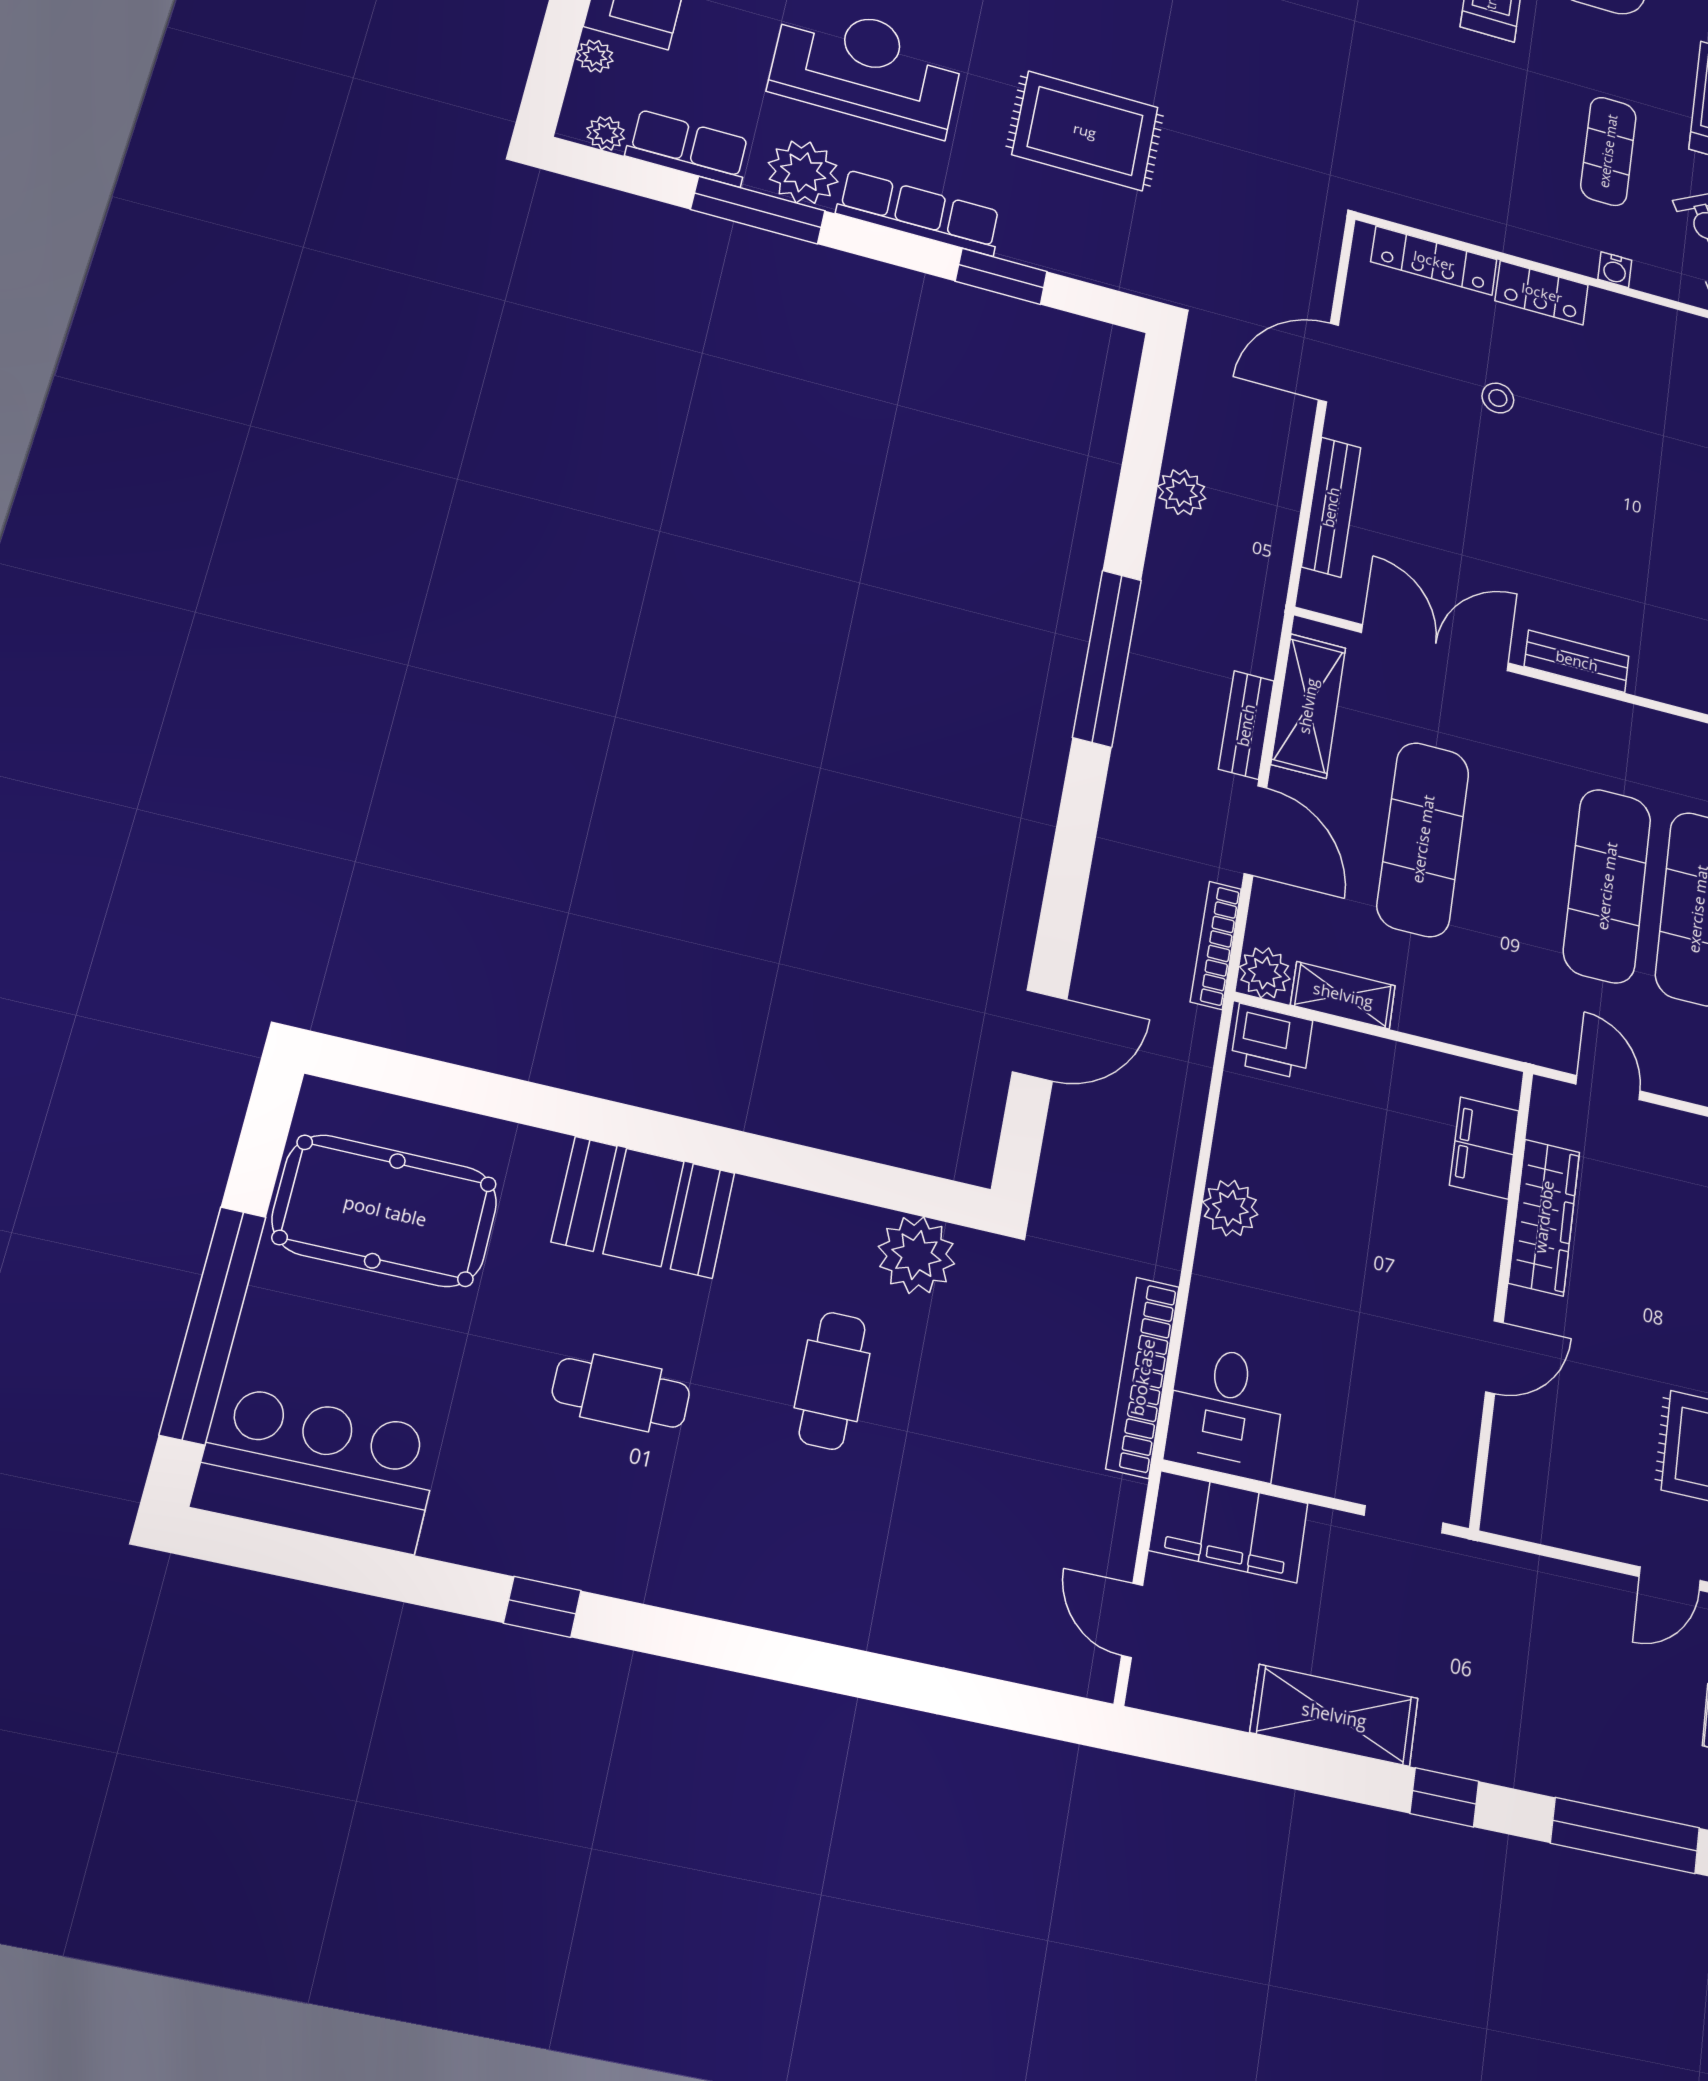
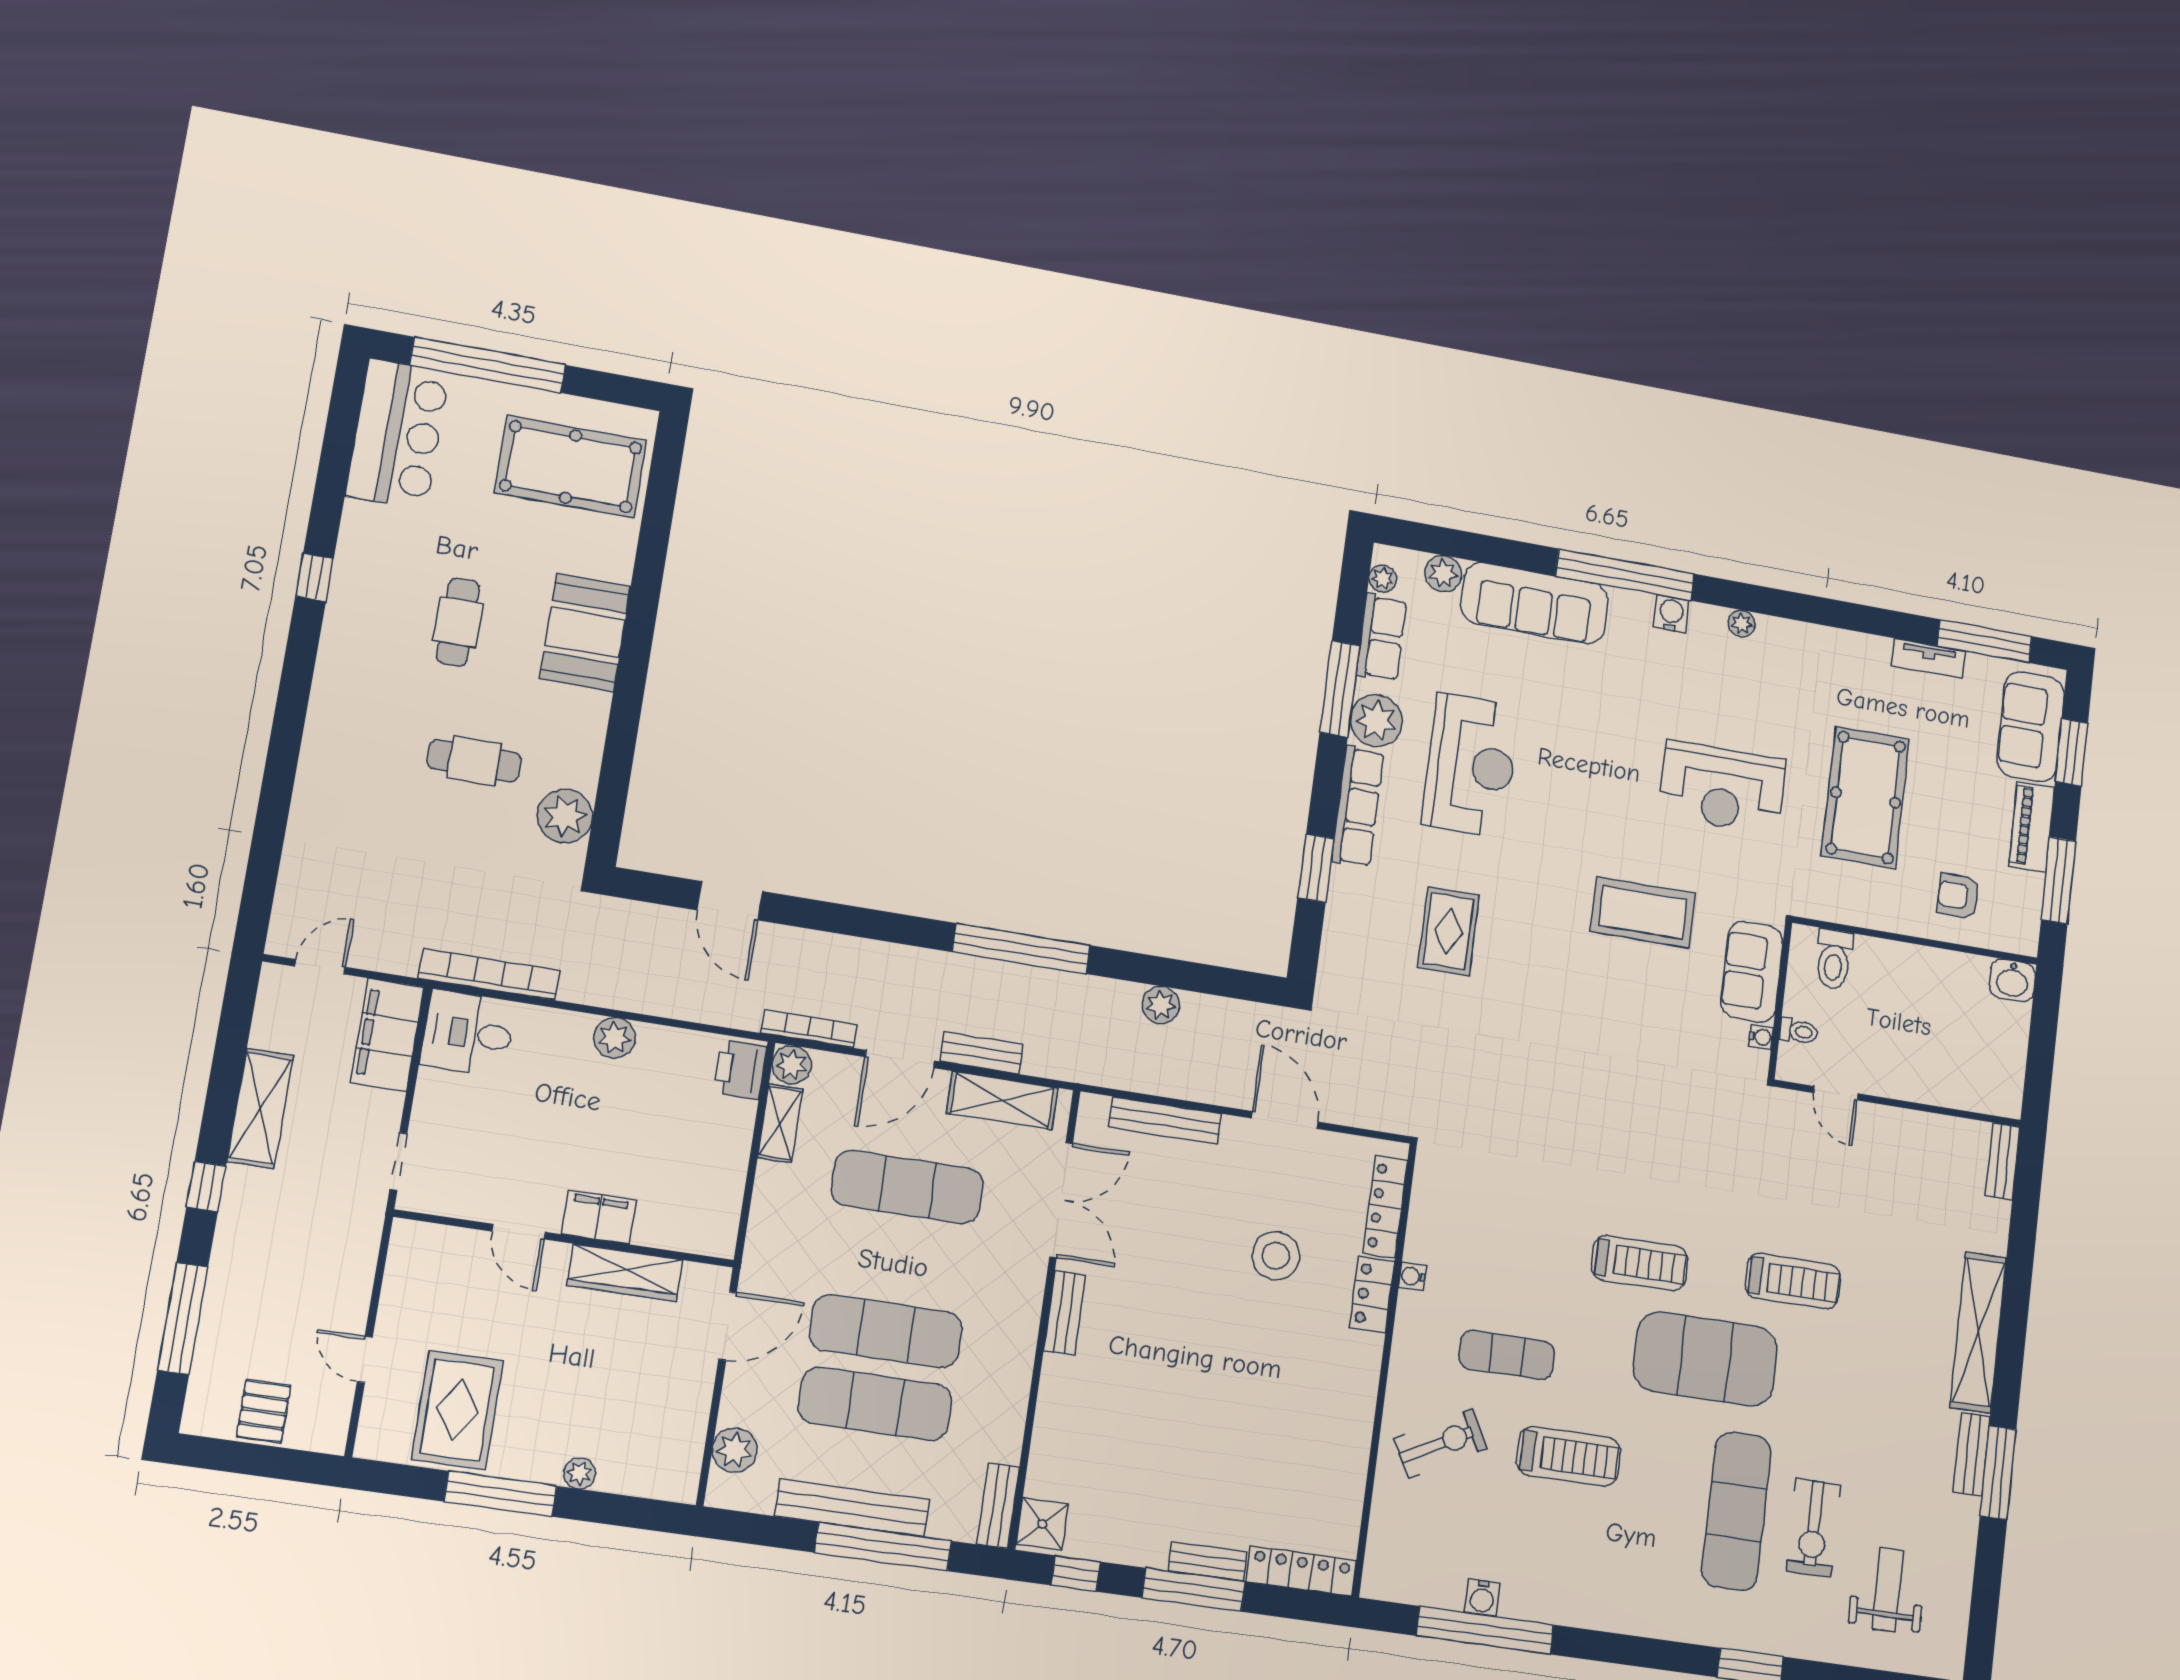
plant: (595, 56) -> (1443, 574), width x1.38, depth x1.38
rug: (1085, 131) -> (1448, 931), width x0.73, depth x0.70
water cooler: (1615, 270) -> (1413, 1276), moved
stool: (1498, 398) -> (1276, 1256), width x1.89, depth x1.89
door: (1608, 1088) -> (728, 1326), width x1.38
filing cabinet: (1484, 1148) -> (599, 1217), moved
pool table: (385, 1211) -> (571, 467), turned 90

